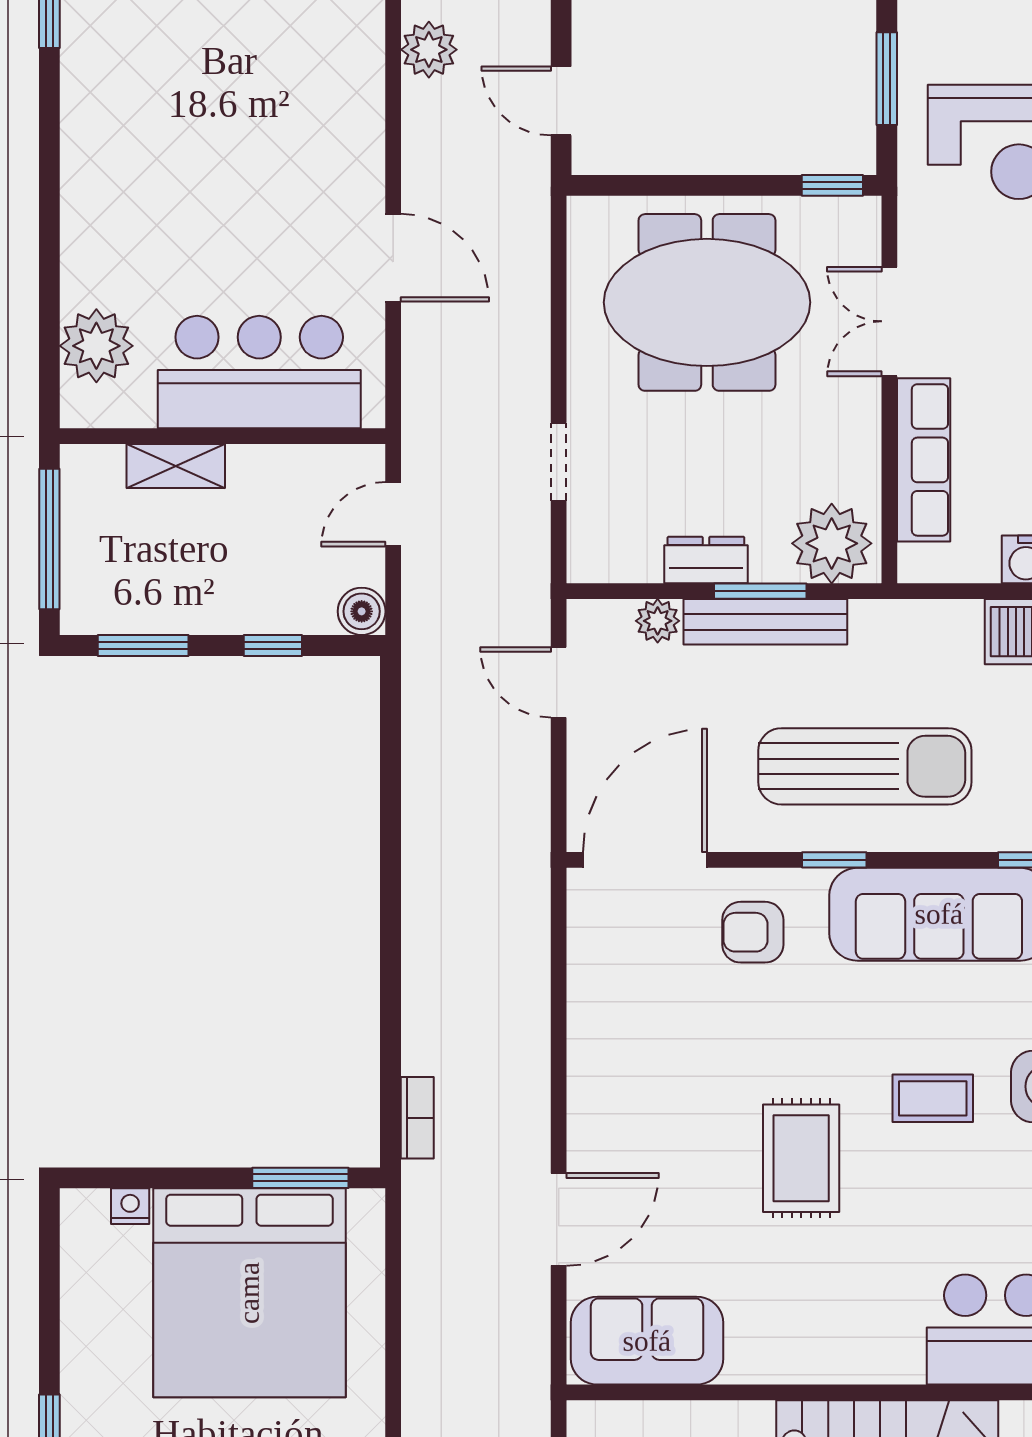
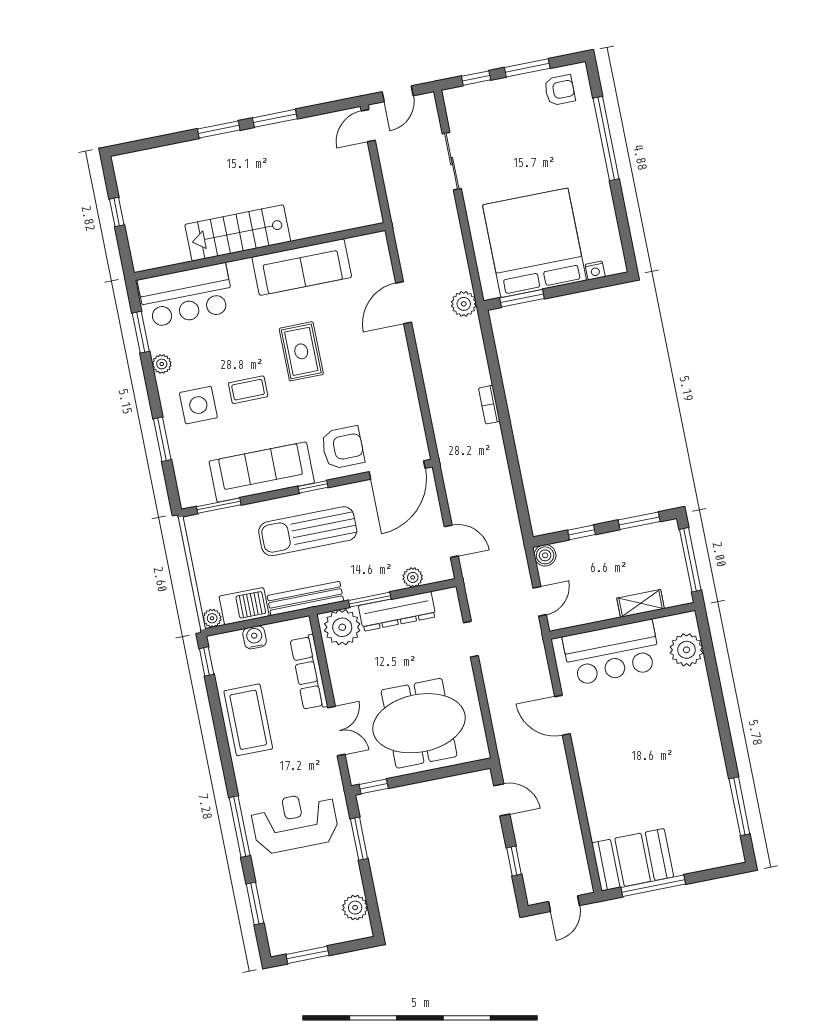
plant: (429, 50) -> (464, 304), moved
dresser: (706, 560) -> (397, 611), width x1.96, depth x1.24
bench: (765, 622) -> (305, 598), moved
armchair: (753, 932) -> (343, 448), width x1.38, depth x1.38
bookcase: (417, 1118) -> (489, 405), moved
sofa: (647, 1341) -> (302, 267), moved, width x1.36

